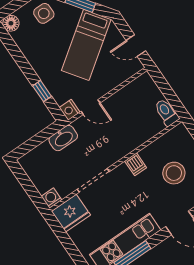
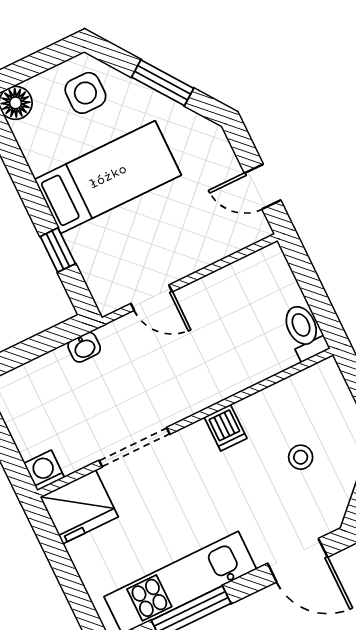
bed: (86, 45) -> (108, 177), moved, turned -144
nightstand: (70, 110) -> (108, 297), removed
washbasin: (63, 138) -> (84, 347), width x0.52, depth x0.69
stool: (174, 173) -> (301, 457), width x0.53, depth x0.53

